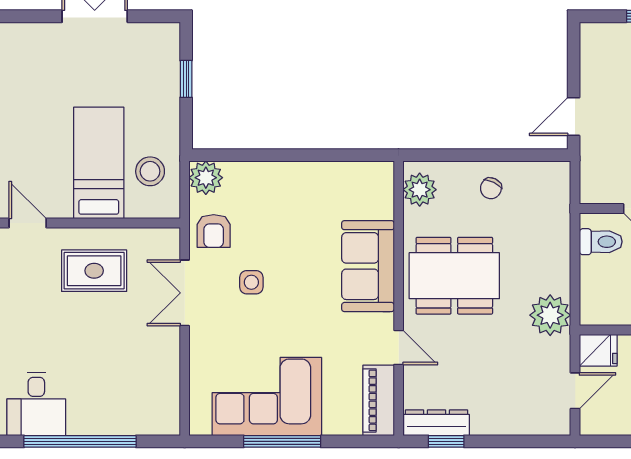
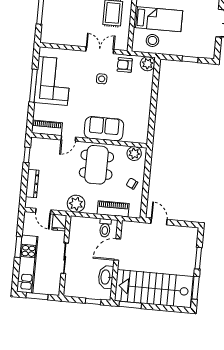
piano: (554, 227) -> (113, 209), added
dresser: (436, 423) -> (32, 183), moved

